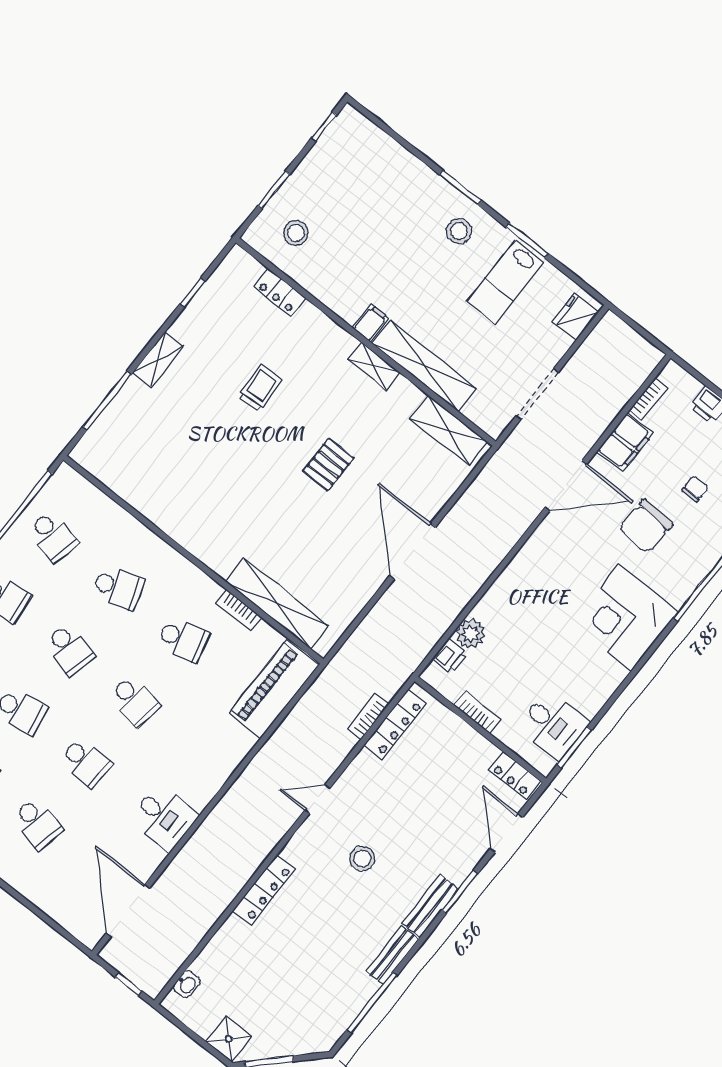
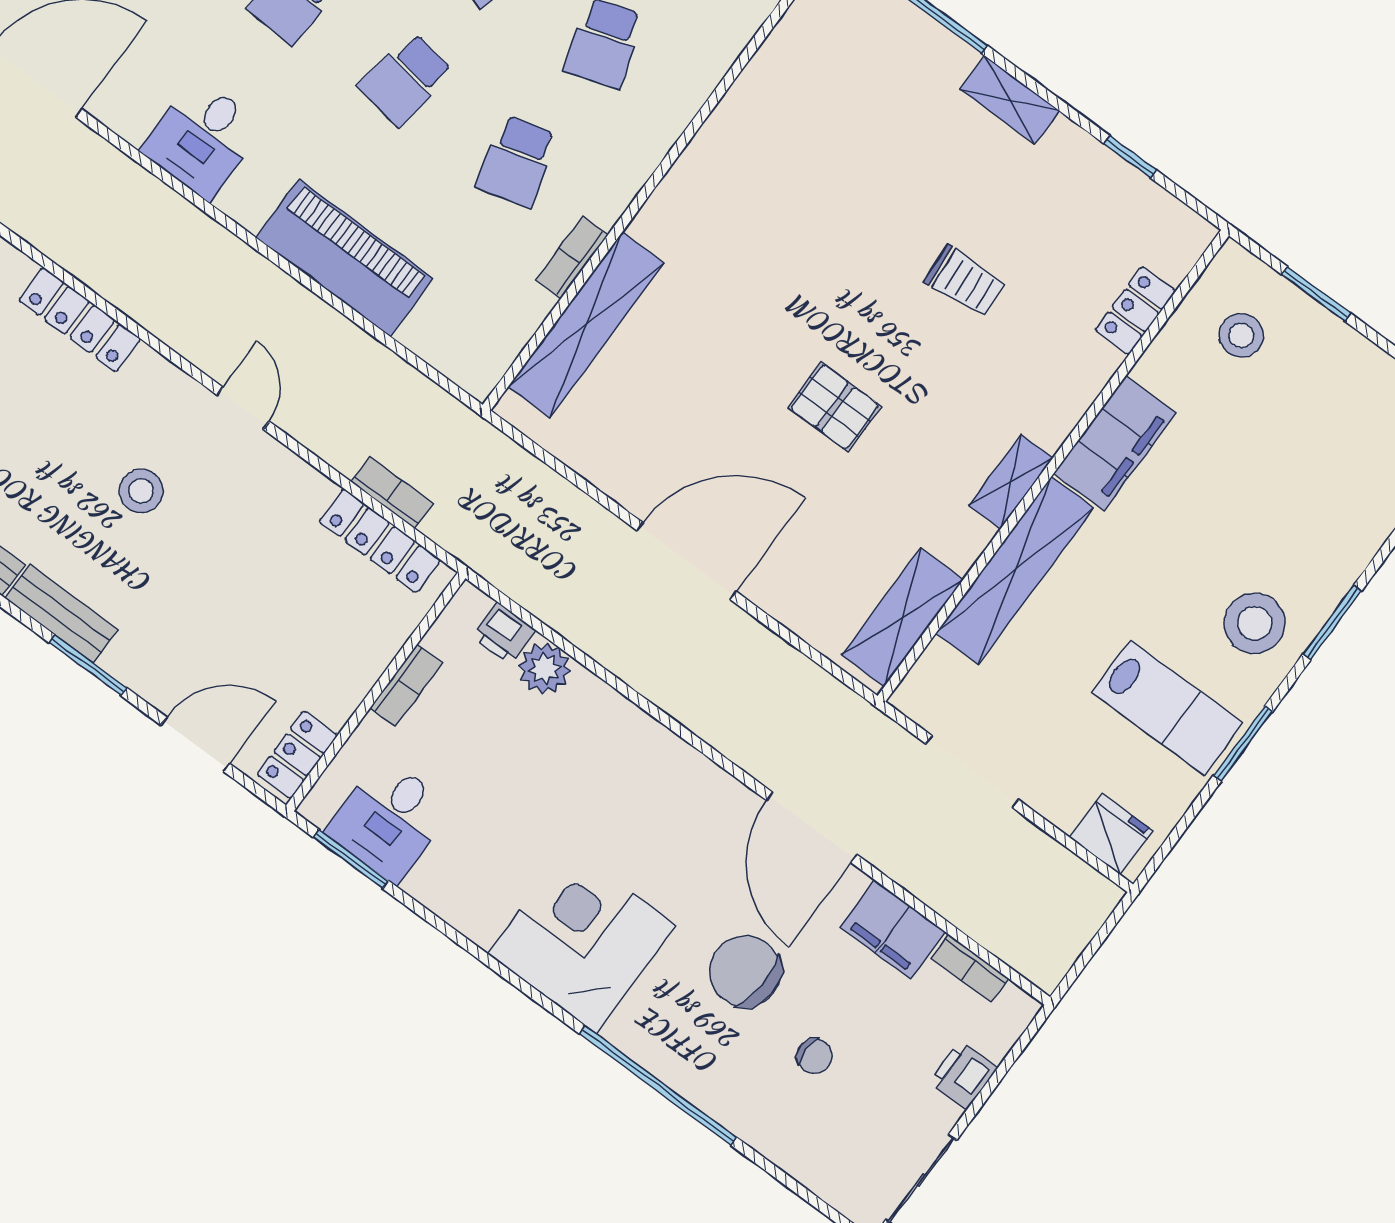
stool: (459, 231) -> (1255, 623), width x1.38, depth x1.38
lab bench: (505, 282) -> (1167, 708), turned 180
filing cabinet: (371, 323) -> (1115, 443), width x3.00, depth x1.17
piano: (274, 689) -> (344, 258), moved

